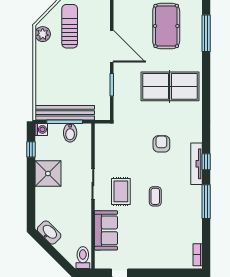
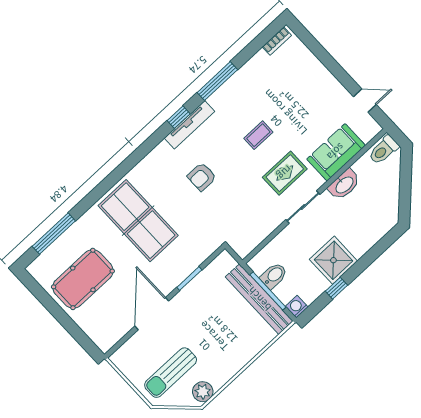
window: (31, 149) -> (336, 288), moved
washbasin: (49, 232) -> (344, 185), moved, turned -135

